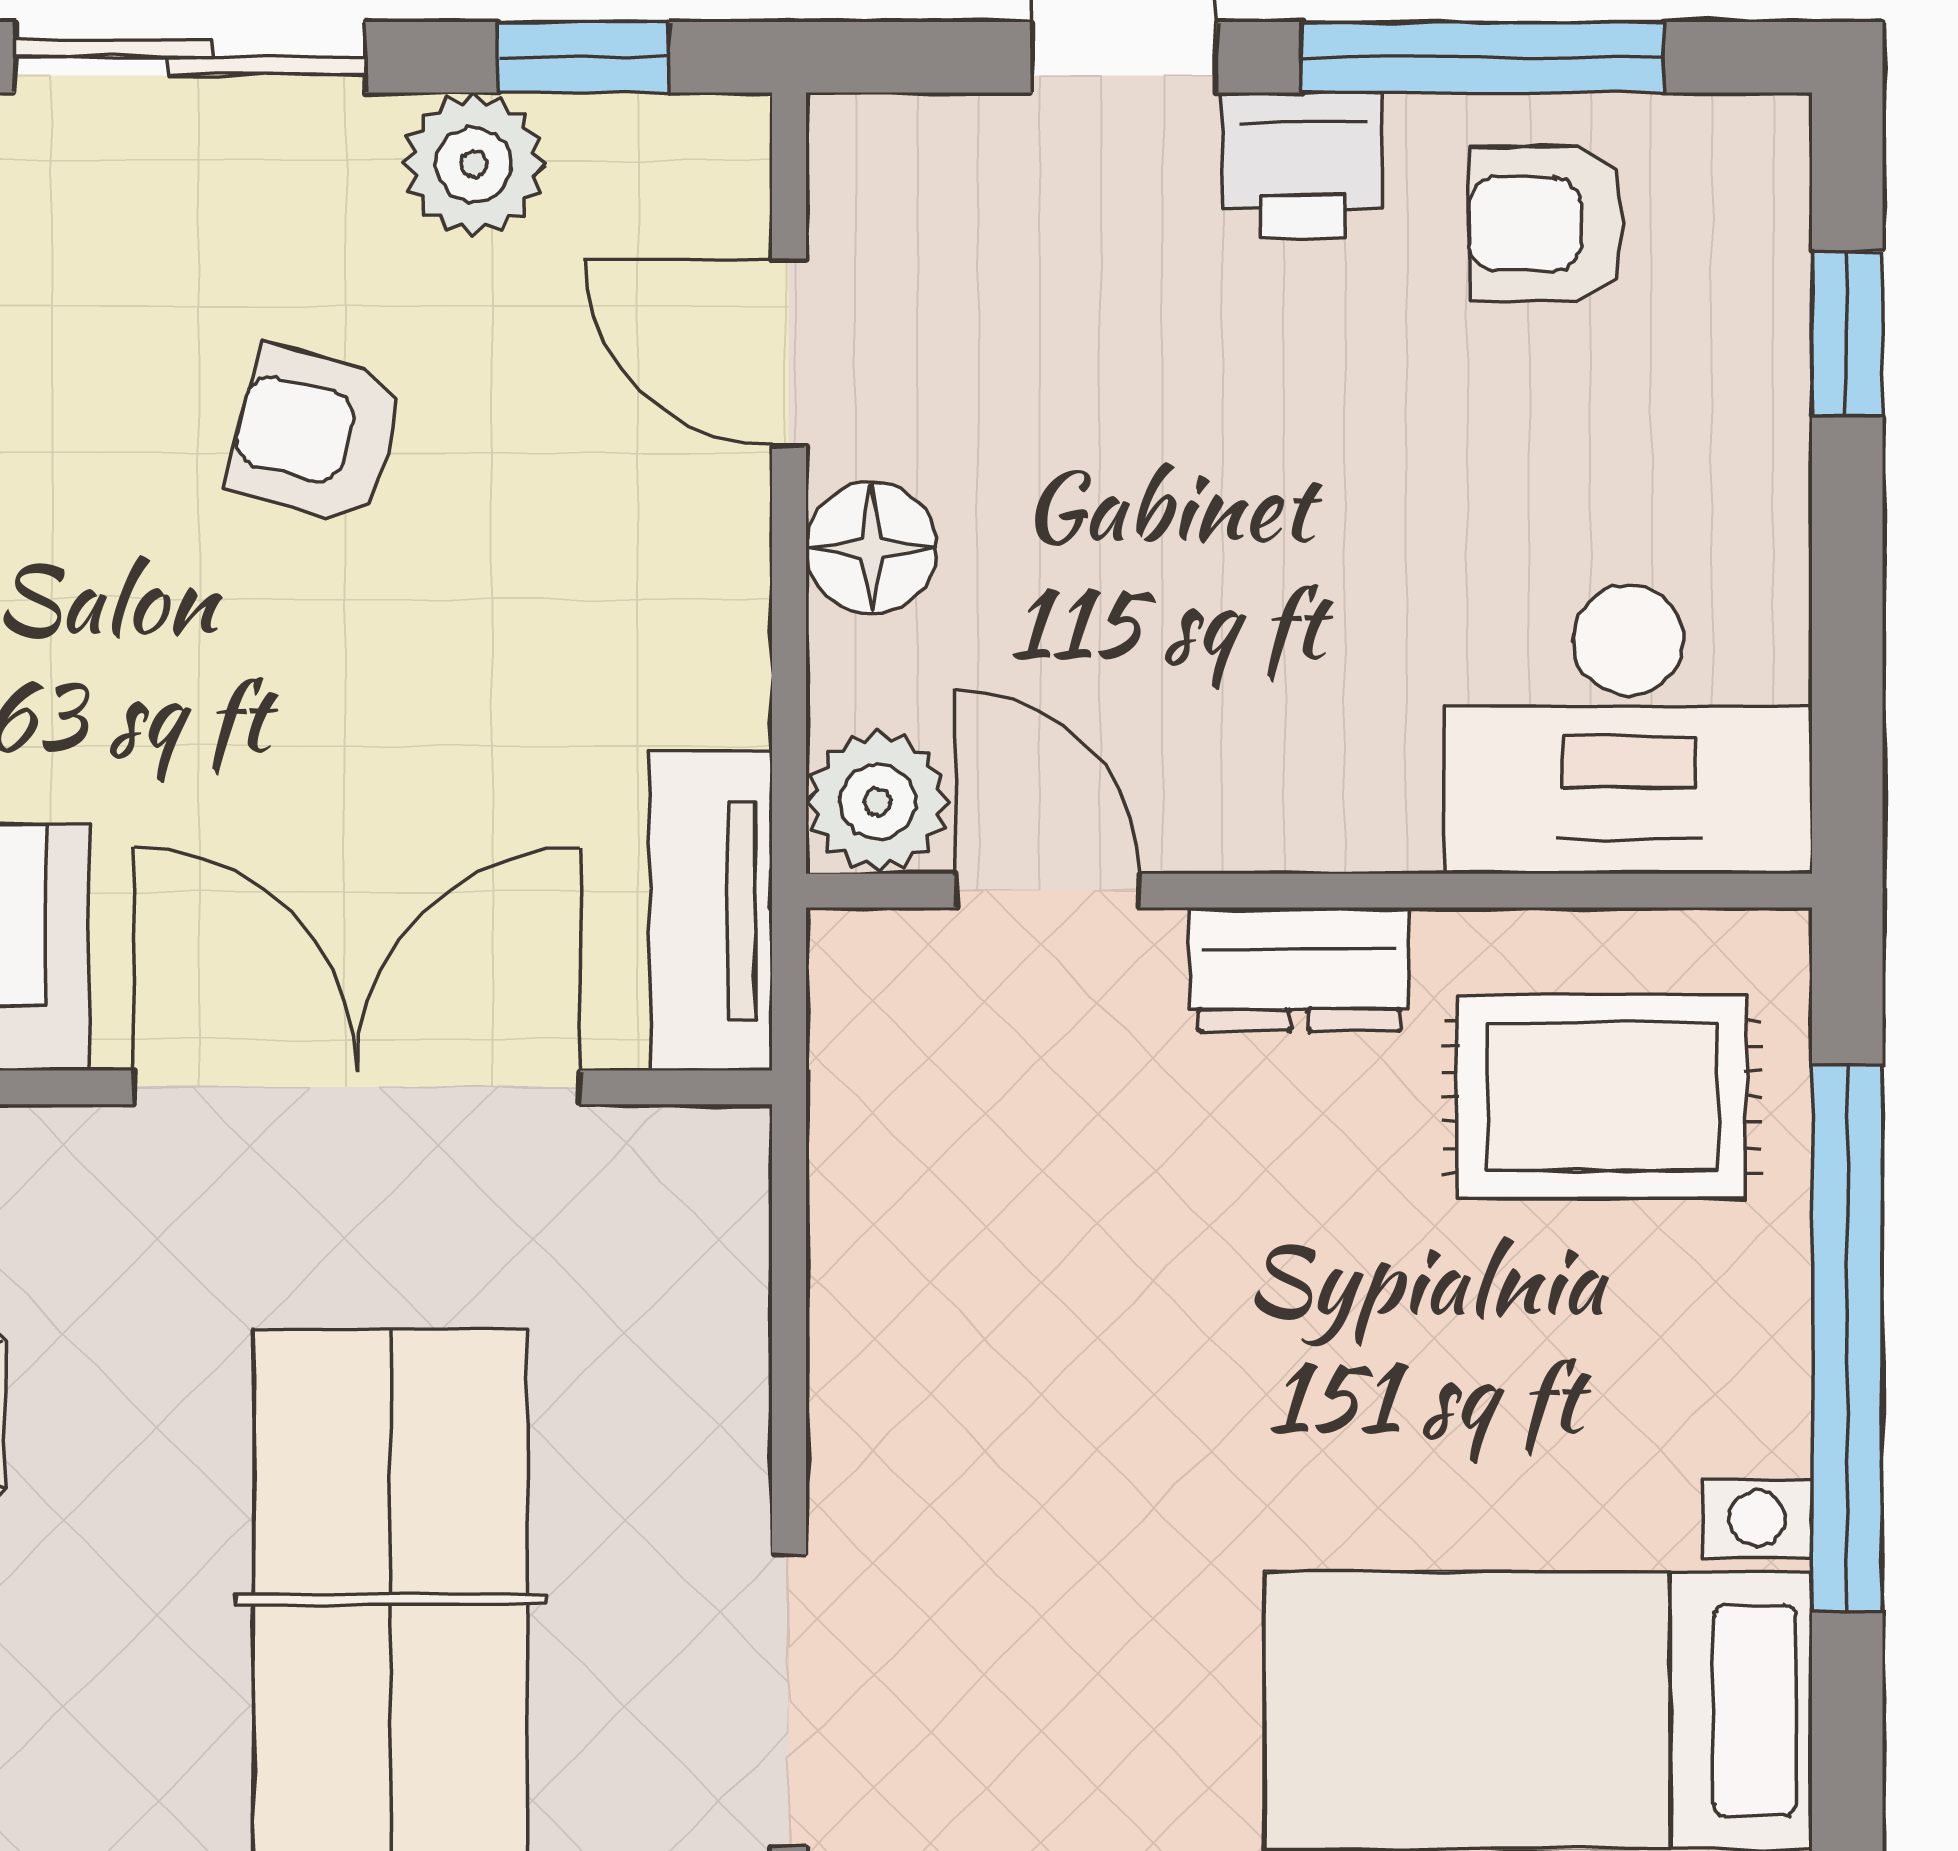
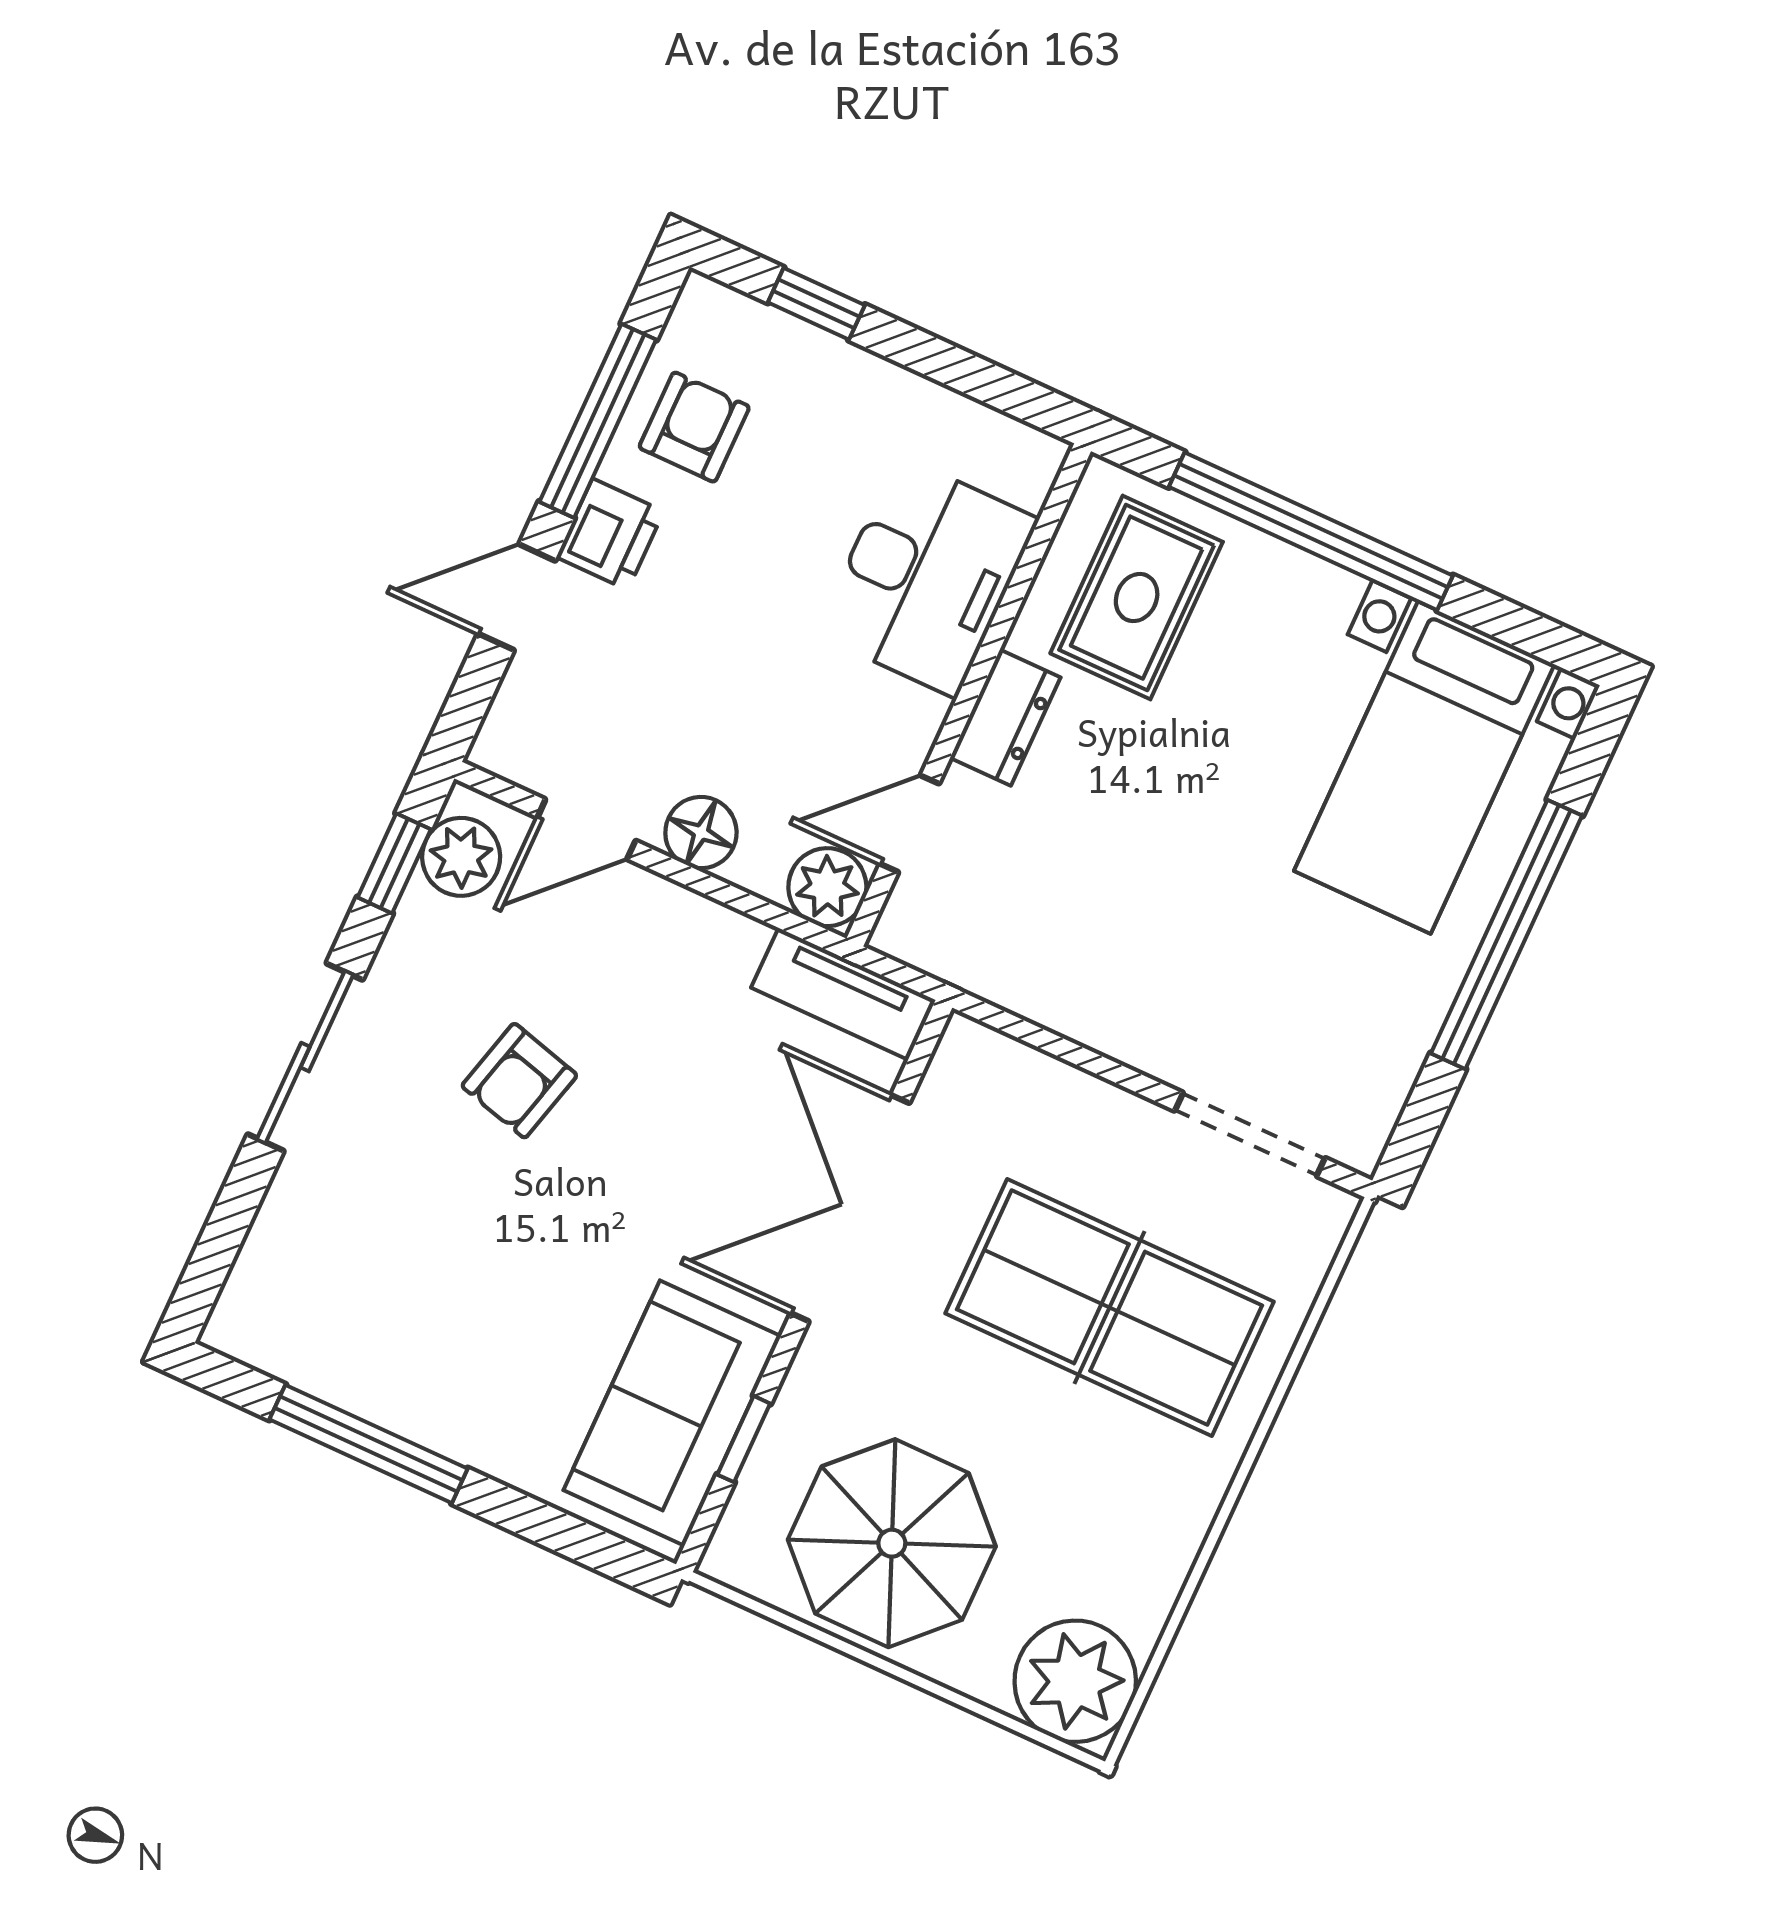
plant: (474, 164) -> (461, 857), moved
armchair: (1546, 224) -> (694, 427), turned 180
desk: (1629, 730) -> (927, 577), moved

